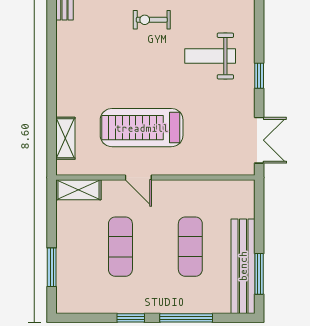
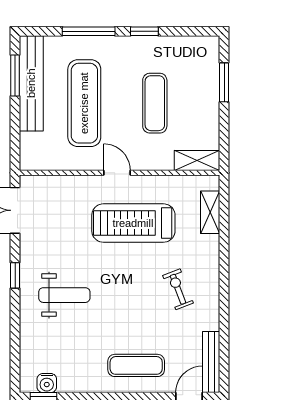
exercise bike: (152, 20) -> (178, 289), moved, turned -111
treadmill: (142, 128) -> (133, 223), turned 180
door: (138, 177) -> (117, 173), moved
exercise mat: (190, 247) -> (84, 103), width x1.36, depth x1.45

